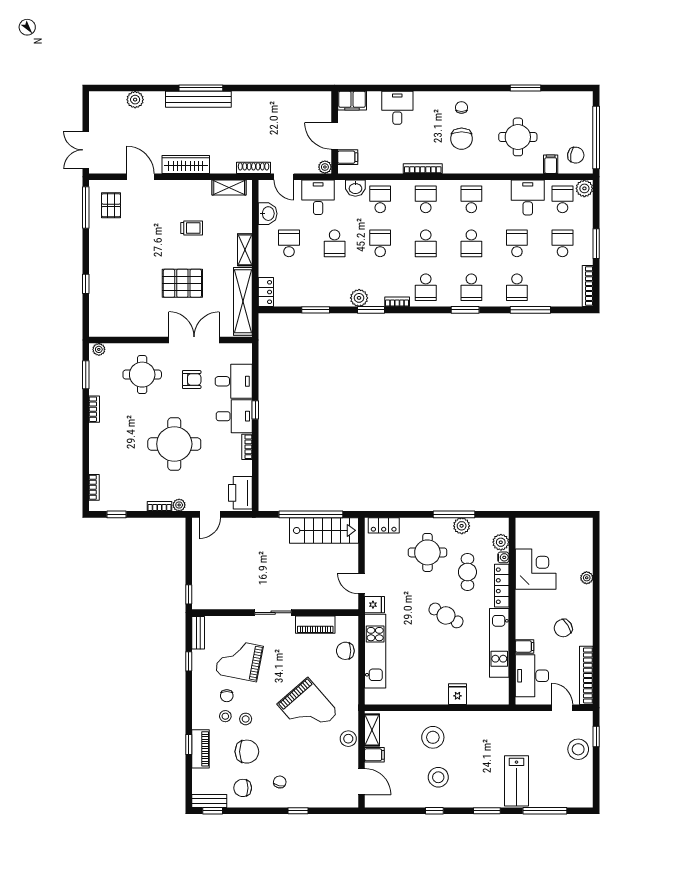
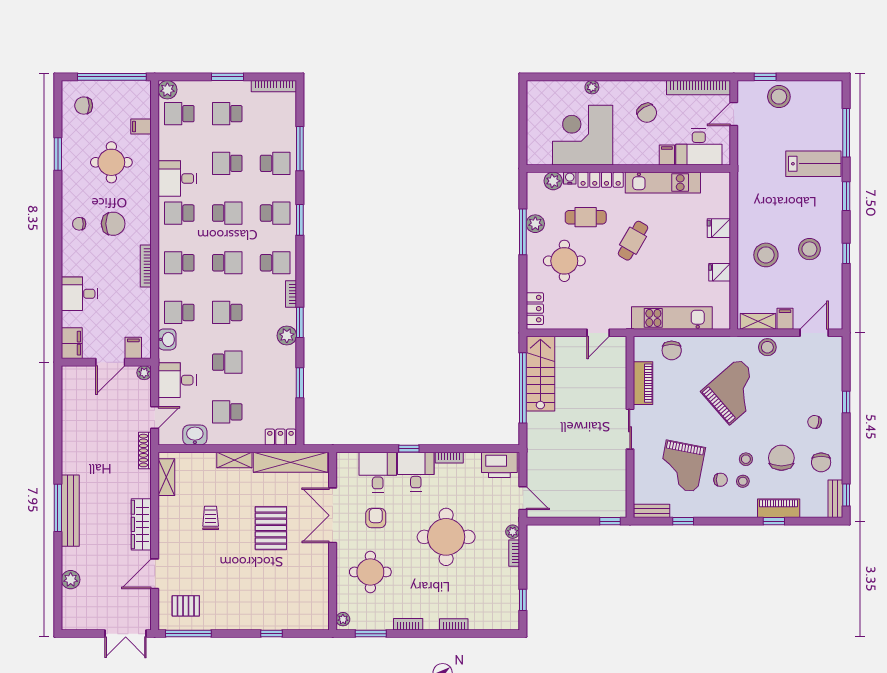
chair: (576, 155) -> (84, 106), moved, turned -100
desk: (528, 197) -> (177, 179), moved
bookcase: (94, 487) -> (454, 624), moved
corner desk: (536, 569) -> (583, 135), width x1.36, depth x1.36
fridge: (374, 605) -> (720, 272), moved, turned -90

